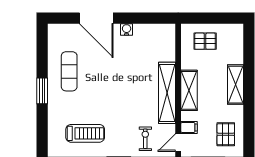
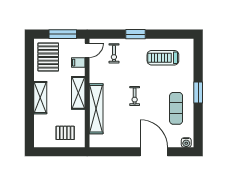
water cooler: (127, 30) -> (186, 142), moved
exercise bike: (120, 87) -> (135, 96), added
shelving: (167, 93) -> (96, 109), moved
pallet: (226, 134) -> (48, 57), width x1.50, depth x1.42

